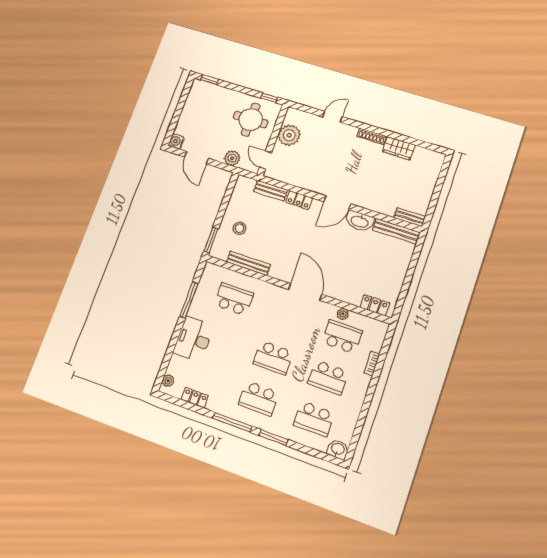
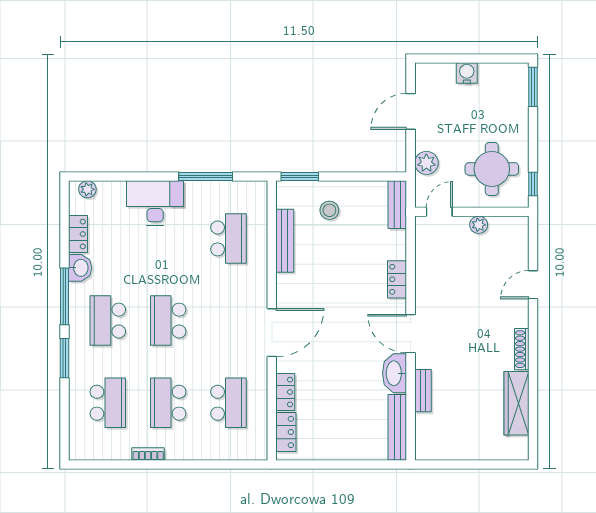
window: (210, 80) -> (533, 87), width x1.50
door: (333, 117) -> (533, 285), swing flipped
plant: (289, 135) -> (479, 225), width x0.53, depth x0.53
water cooler: (176, 141) -> (467, 73), moved
wardrobe: (399, 148) -> (516, 403), width x1.50
bench: (271, 191) -> (397, 205), moved
bench: (410, 217) -> (423, 391), moved
locker: (348, 296) -> (285, 392), added
plant: (343, 314) -> (259, 394), removed
bookcase: (372, 363) -> (148, 454), moved
school desk: (314, 419) -> (108, 403), turned 180
washbasin: (338, 449) -> (80, 268), moved

